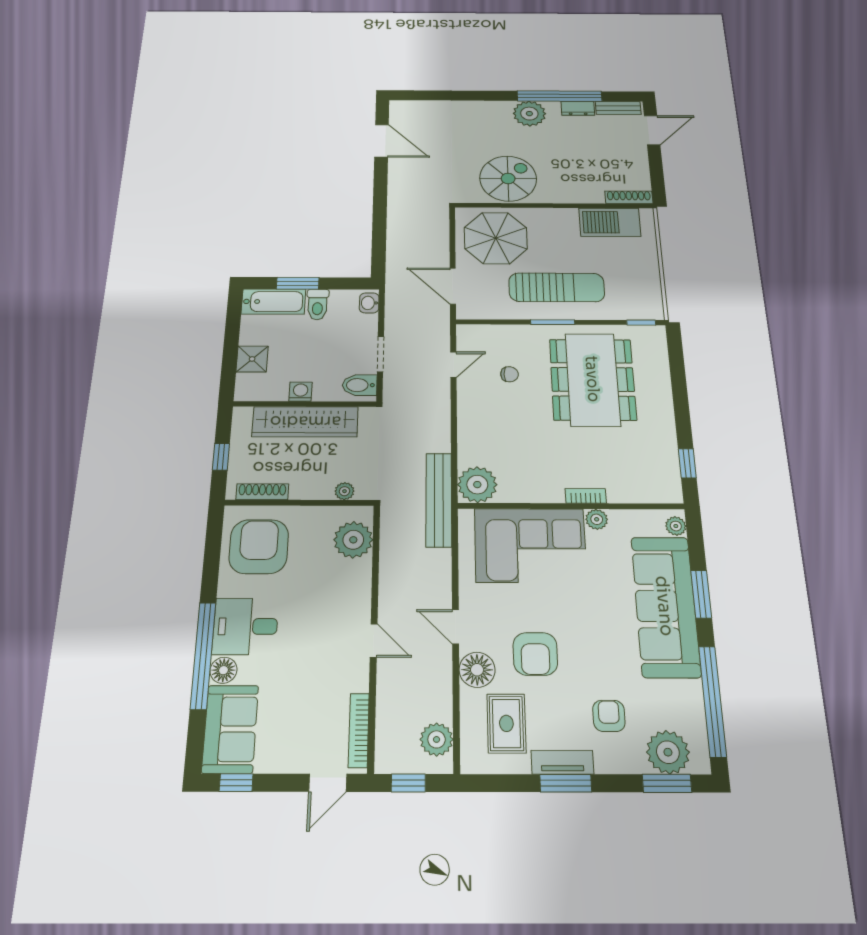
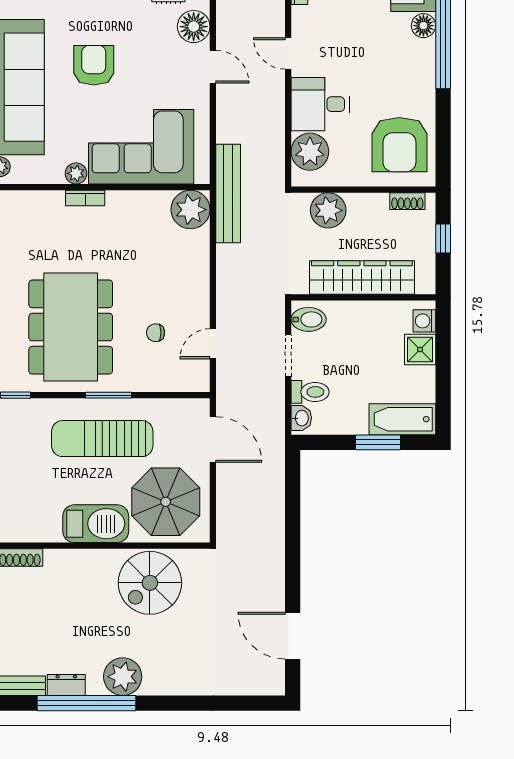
barbecue: (610, 222) -> (96, 524), moved
toilet: (318, 304) -> (310, 392), moved, turned 90
washing machine: (300, 392) -> (424, 321), moved, turned 90
plant: (345, 491) -> (328, 210), width x1.88, depth x1.88
shoe rack: (262, 492) -> (407, 201), width x0.70
desk: (245, 626) -> (320, 104), moved, turned 180
armchair: (535, 654) -> (94, 65), moved

